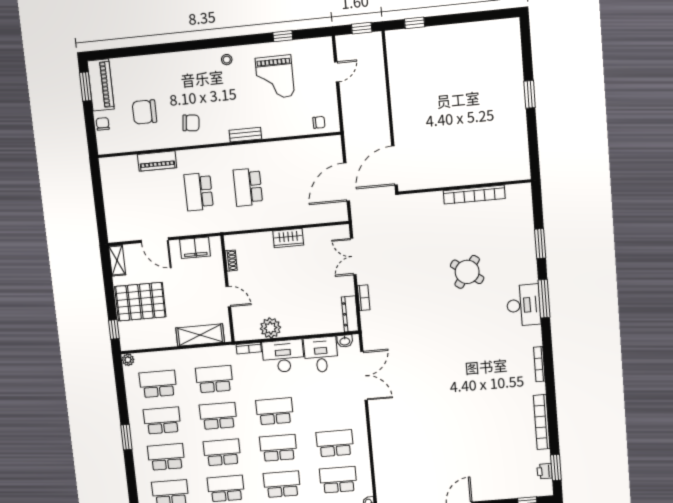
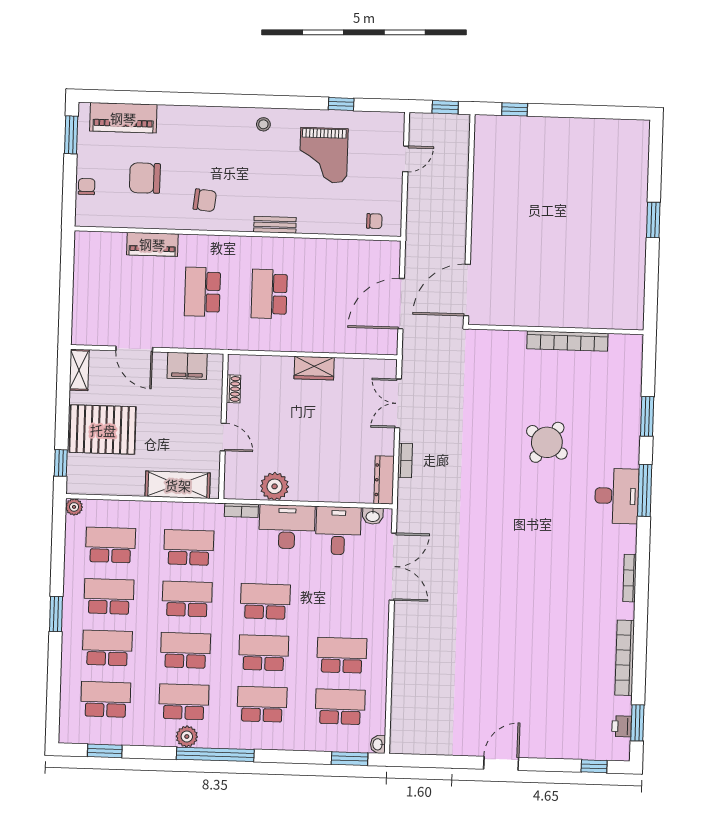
piano: (101, 85) -> (123, 118), moved, turned 90

